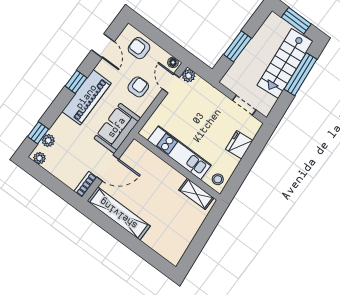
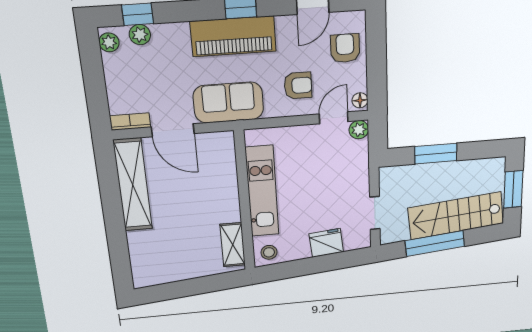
window: (300, 74) -> (435, 244), moved

